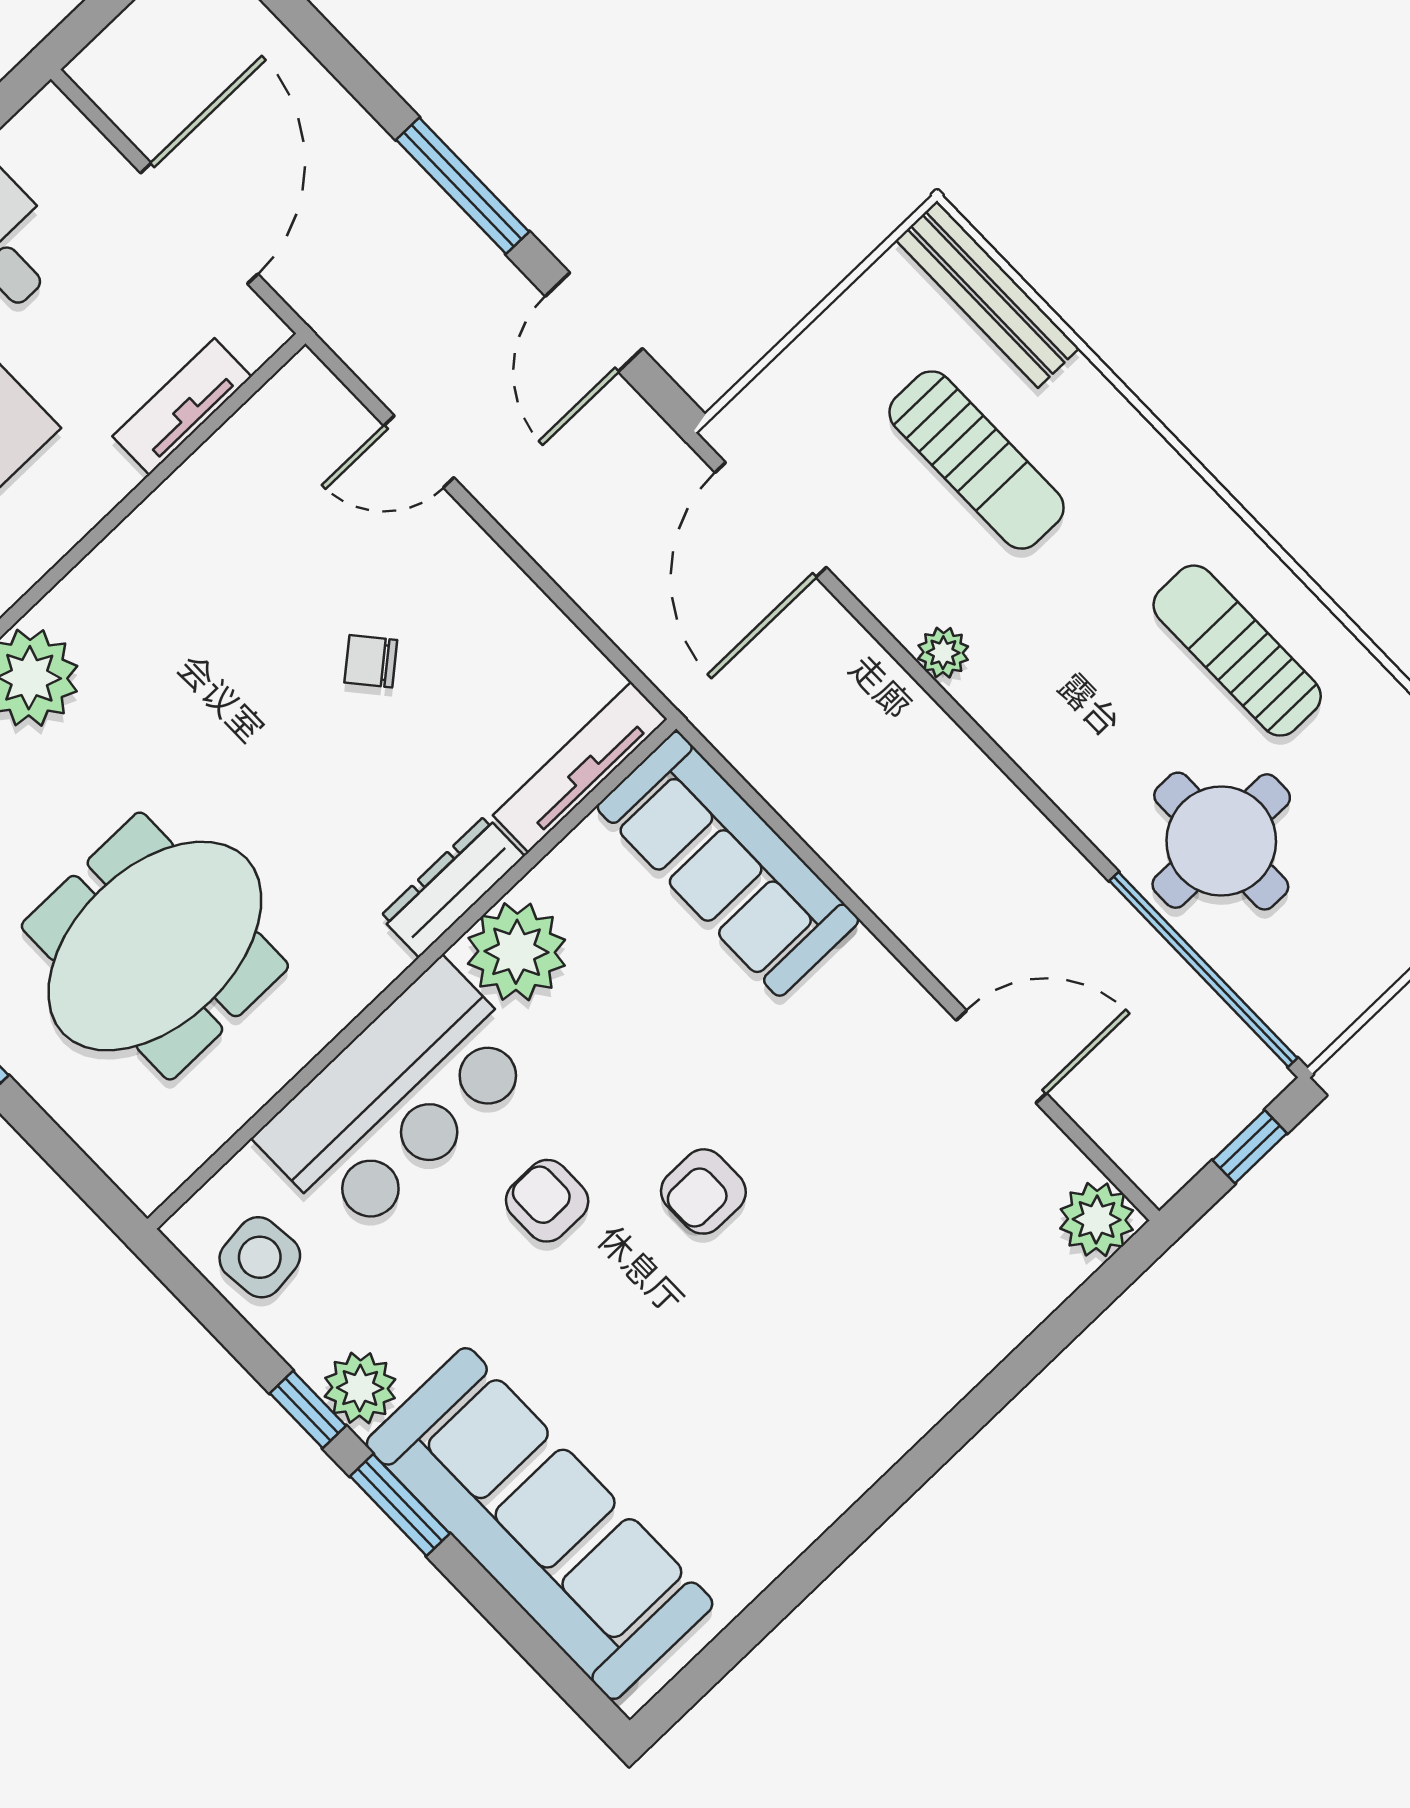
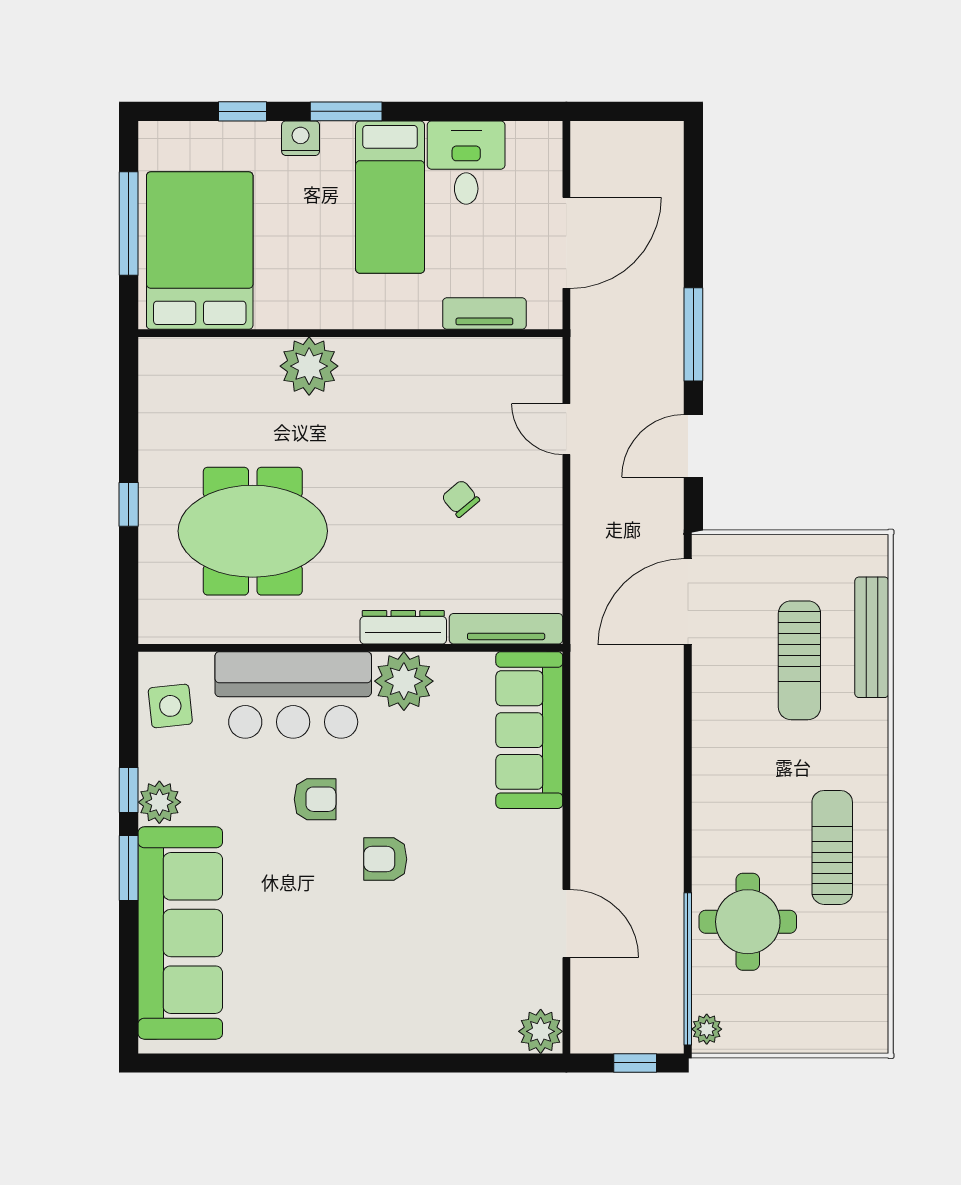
bench: (988, 294) -> (872, 637), moved
plant: (943, 653) -> (707, 1029), moved
armchair: (547, 1201) -> (315, 799), turned 90

